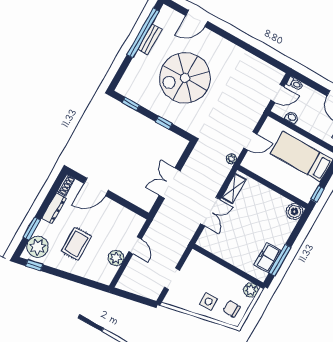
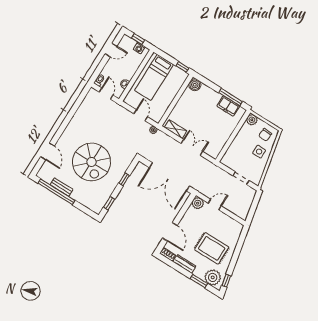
double door: (170, 183) -> (169, 177), width x1.87
rug: (76, 244) -> (212, 248), width x1.36, depth x1.43
plant: (116, 258) -> (198, 203), moved

